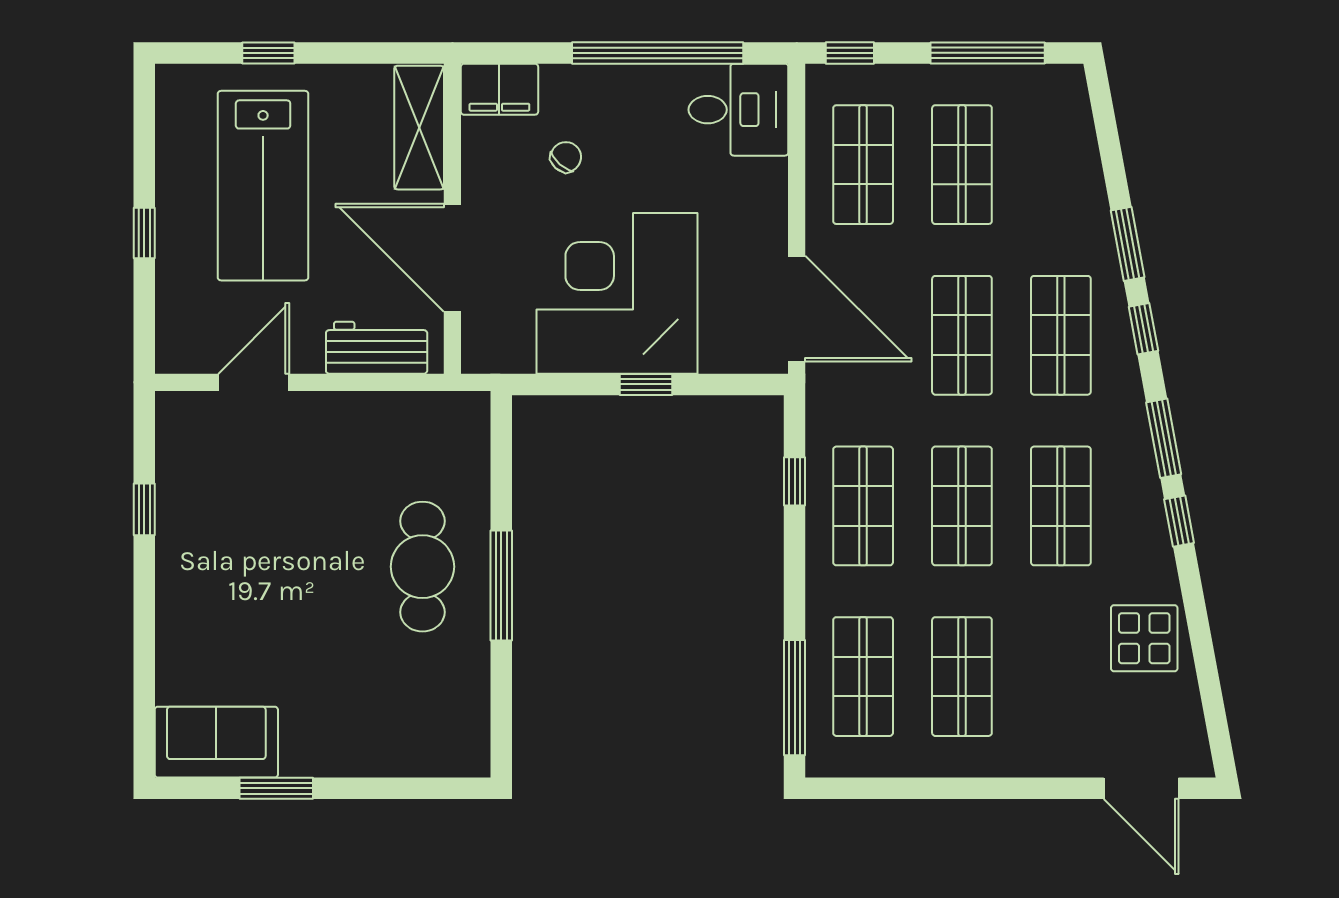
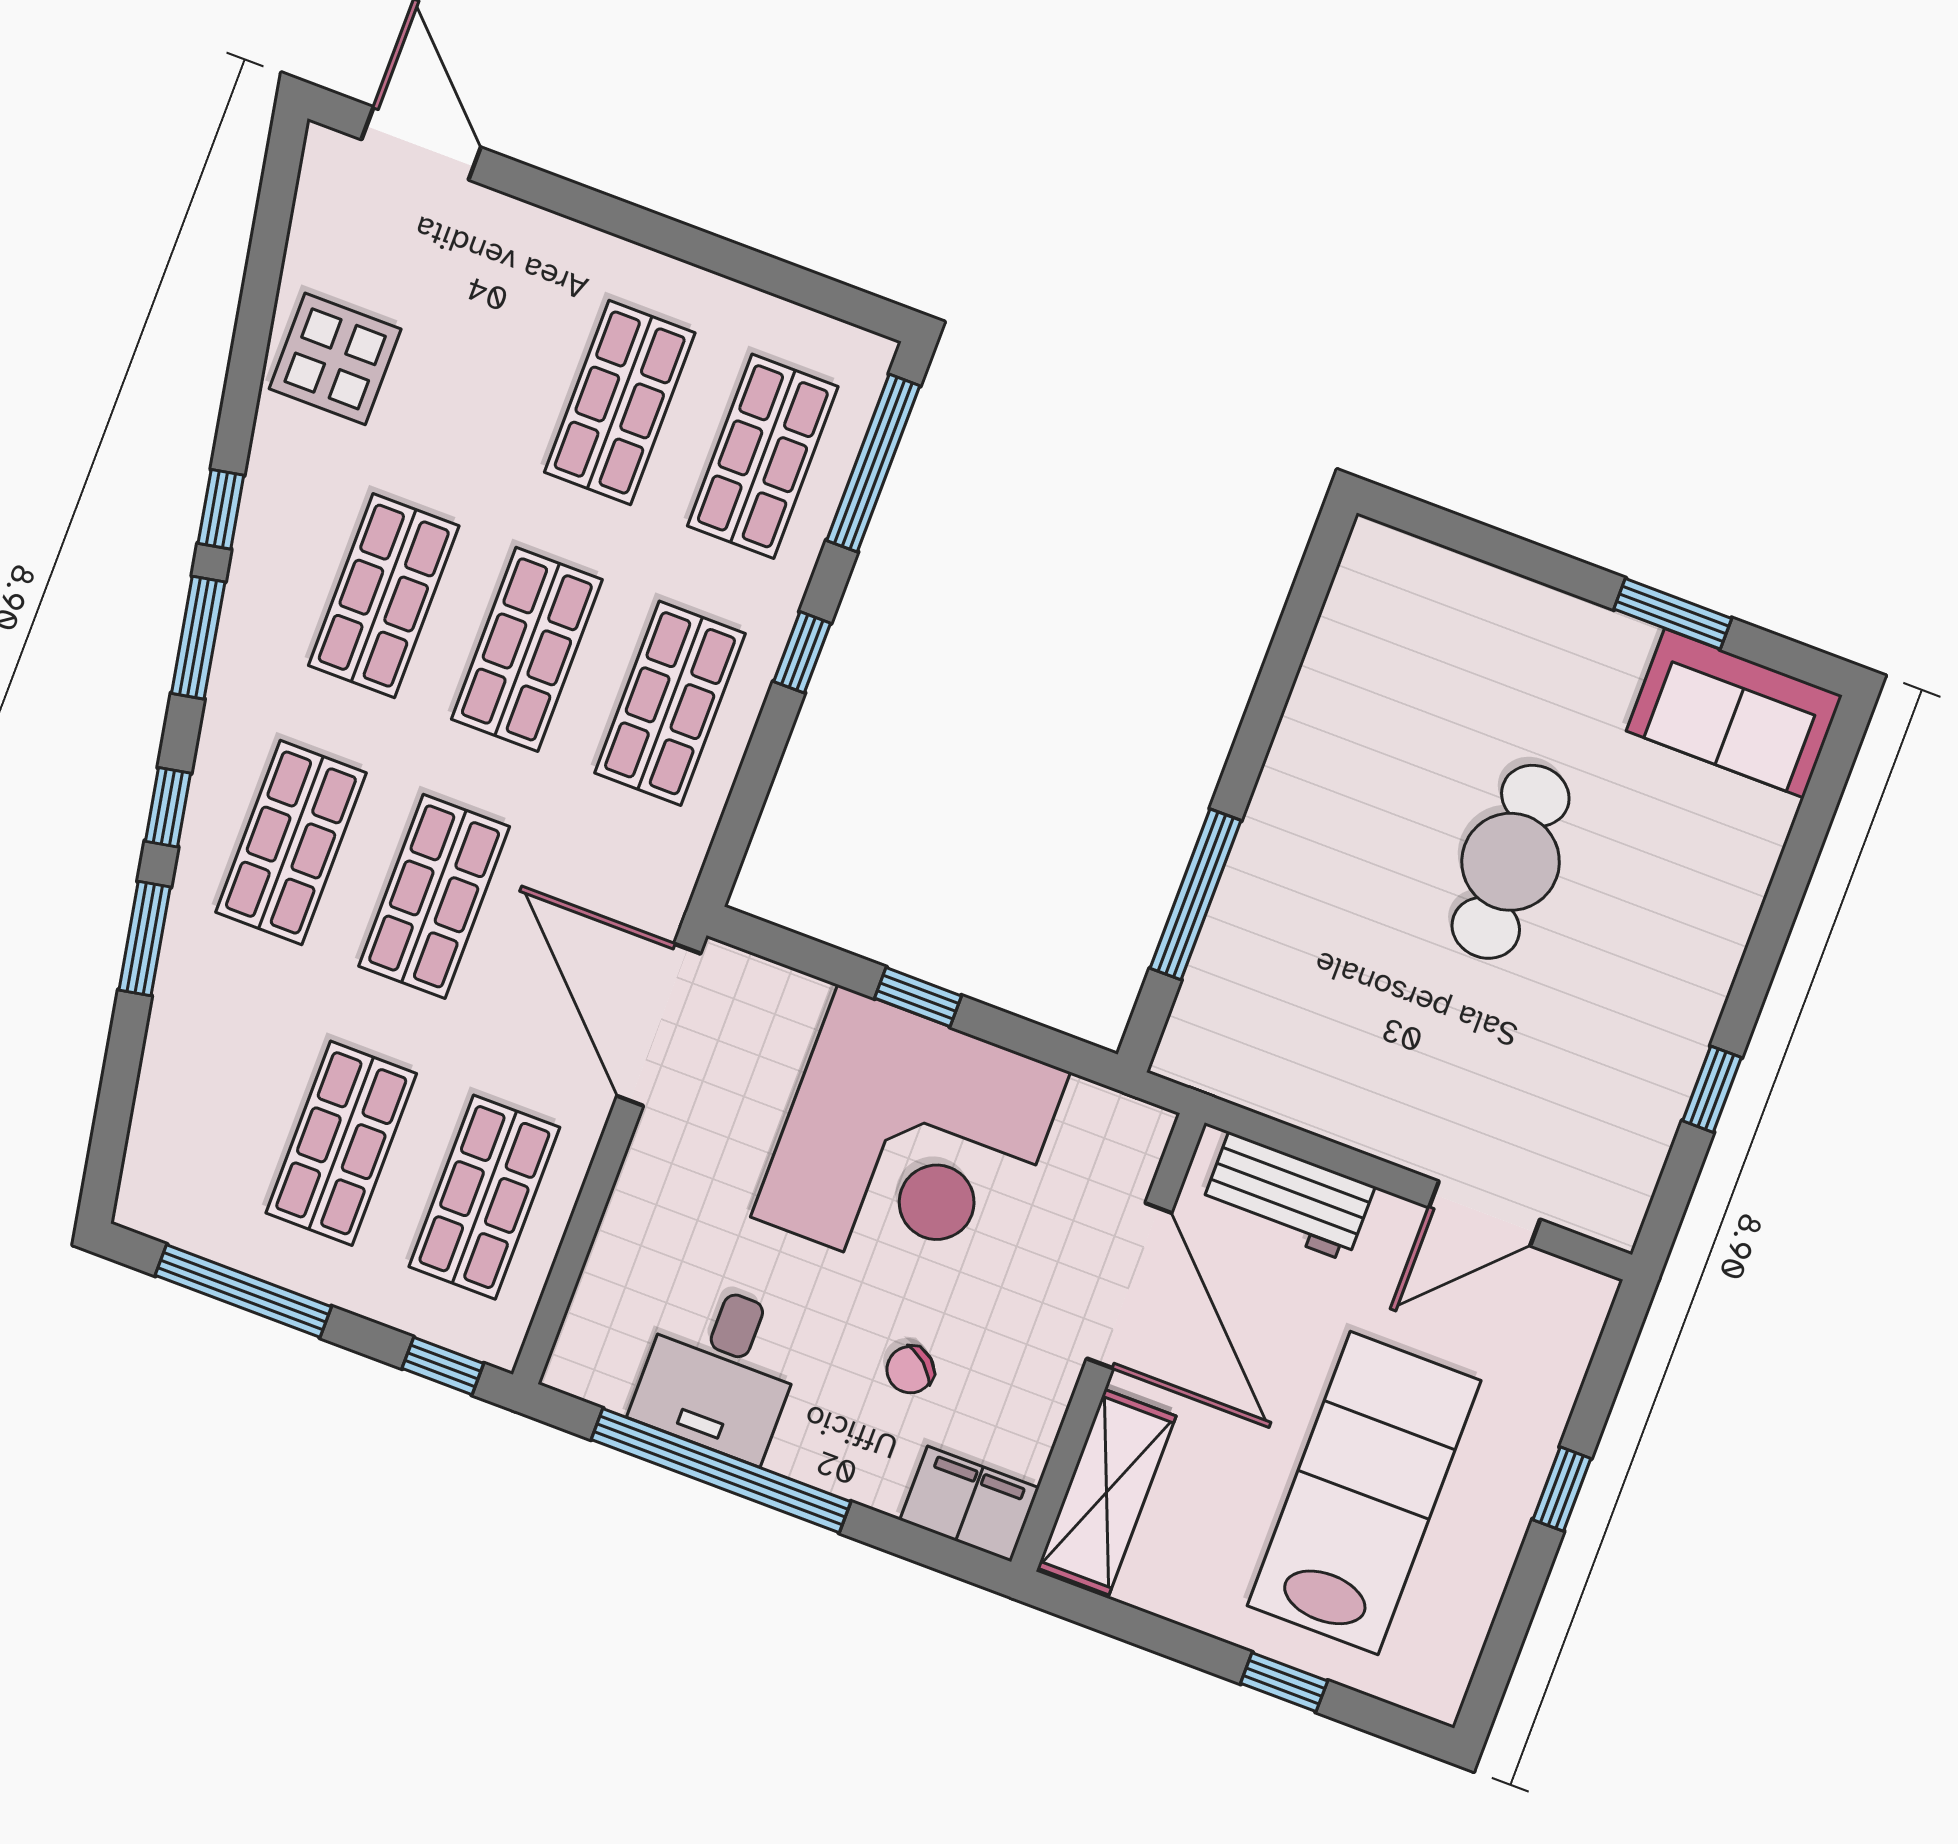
desk: (738, 110) -> (720, 1370), moved, turned -90
window: (795, 481) -> (802, 652), moved
cafe table: (422, 567) -> (1511, 862), moved
window: (501, 586) -> (1196, 894), moved

